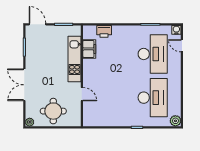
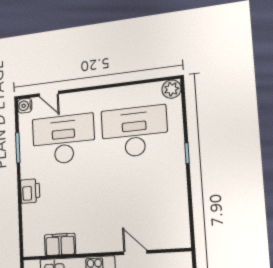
printer: (104, 31) -> (30, 191), moved
door: (182, 46) -> (49, 94), hinge flipped
door: (82, 94) -> (135, 253), hinge flipped

